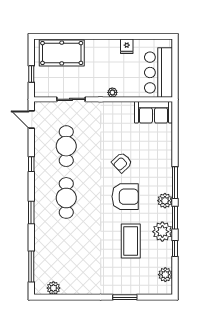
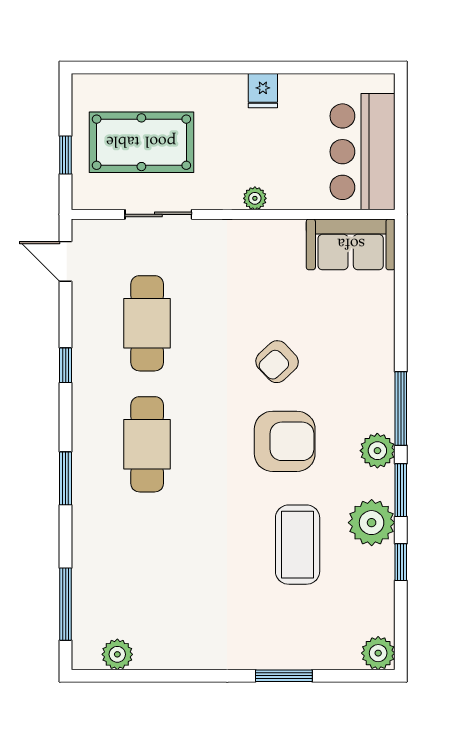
fridge: (127, 46) -> (263, 91), moved
pool table: (62, 53) -> (141, 142), moved
plant: (165, 275) -> (378, 653), moved

